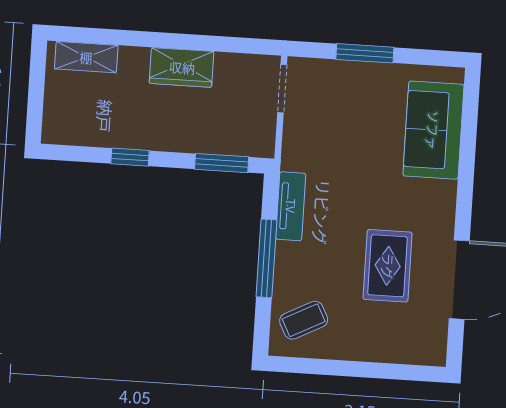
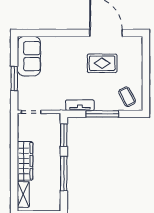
wardrobe: (182, 67) -> (25, 161), width x1.50
sofa: (433, 130) -> (29, 56), moved, turned -90
window: (130, 157) -> (64, 173), width x2.17

